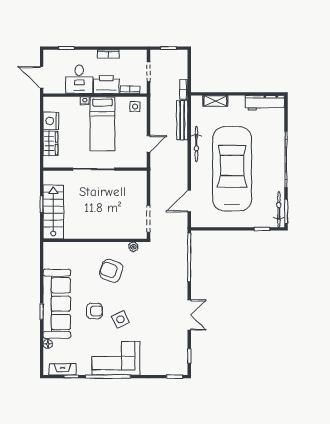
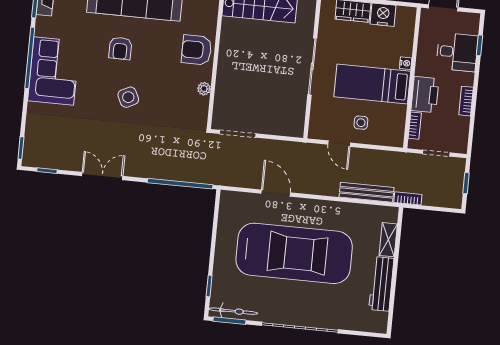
desk: (79, 79) -> (457, 52), moved, turned 180
workbench: (265, 103) -> (381, 284), moved
side table: (135, 106) -> (361, 123), moved
bicycle: (196, 144) -> (332, 208), removed
door: (189, 201) -> (276, 193), moved
plant: (133, 247) -> (204, 89), moved
armchair: (111, 271) -> (196, 50), moved, turned -110
double door: (189, 315) -> (102, 176), swing flipped
side table: (120, 319) -> (128, 97), moved

